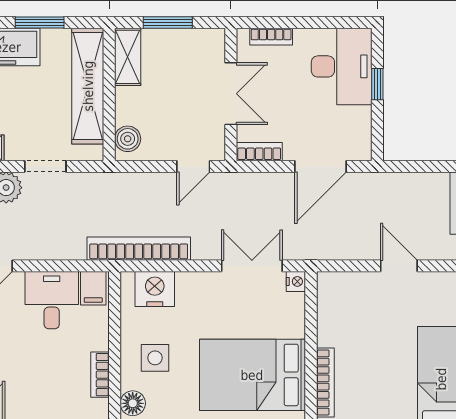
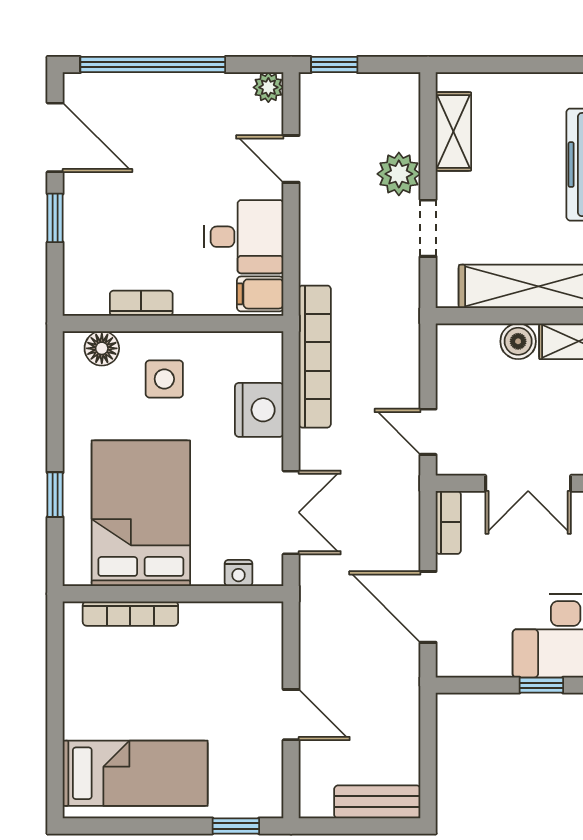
boiler: (128, 139) -> (518, 341), moved
door: (399, 266) -> (291, 715), hinge flipped
nightstand: (296, 281) -> (239, 573), moved
nightstand: (155, 289) -> (259, 410), moved

